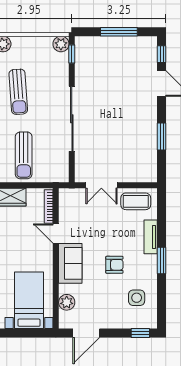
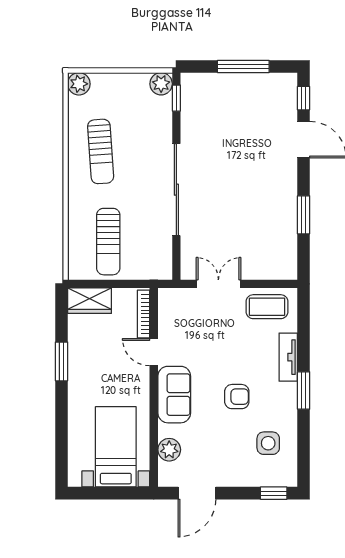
double door: (101, 185) -> (218, 284), swing flipped

